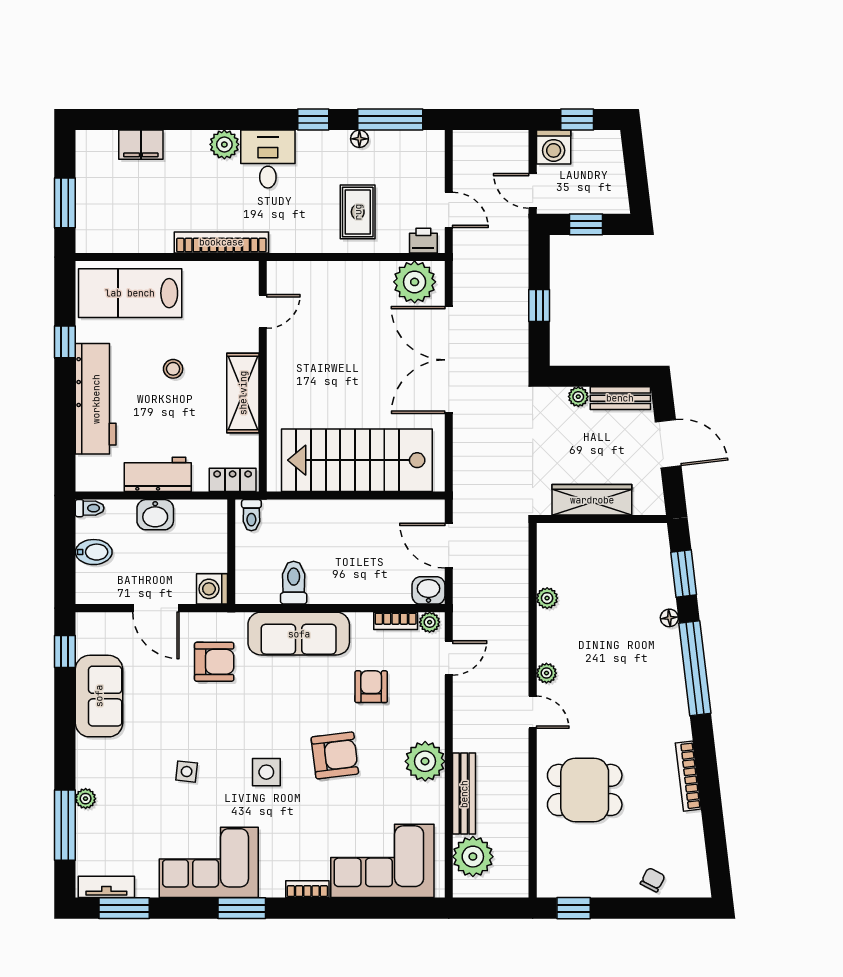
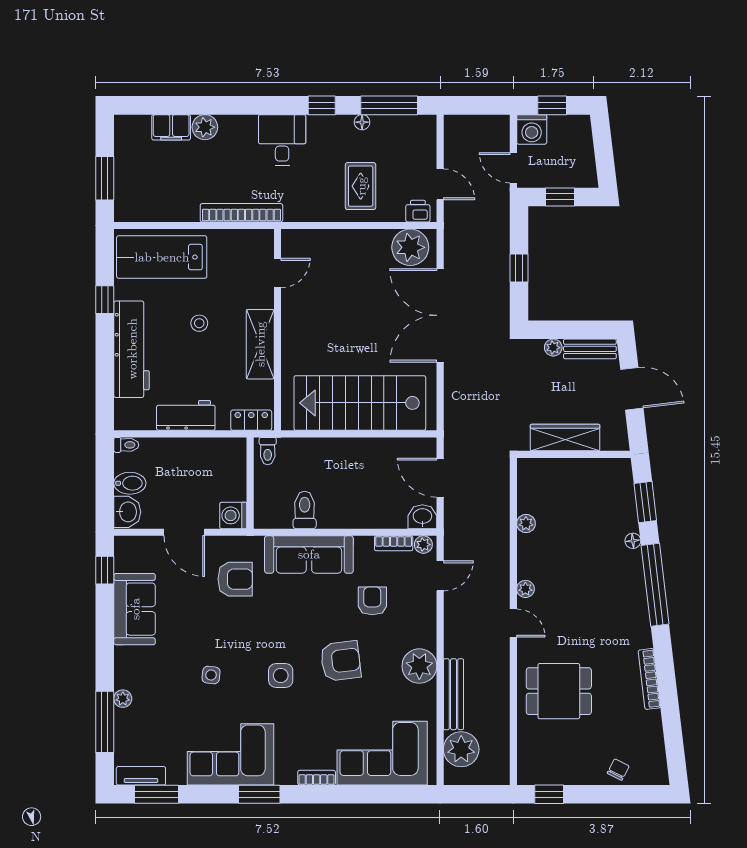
plant: (224, 144) -> (205, 127), moved
washbasin: (155, 515) -> (127, 512), moved, turned -90

